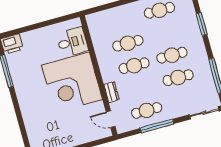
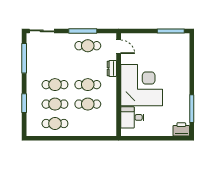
cafe table: (178, 78) -> (55, 104), moved

